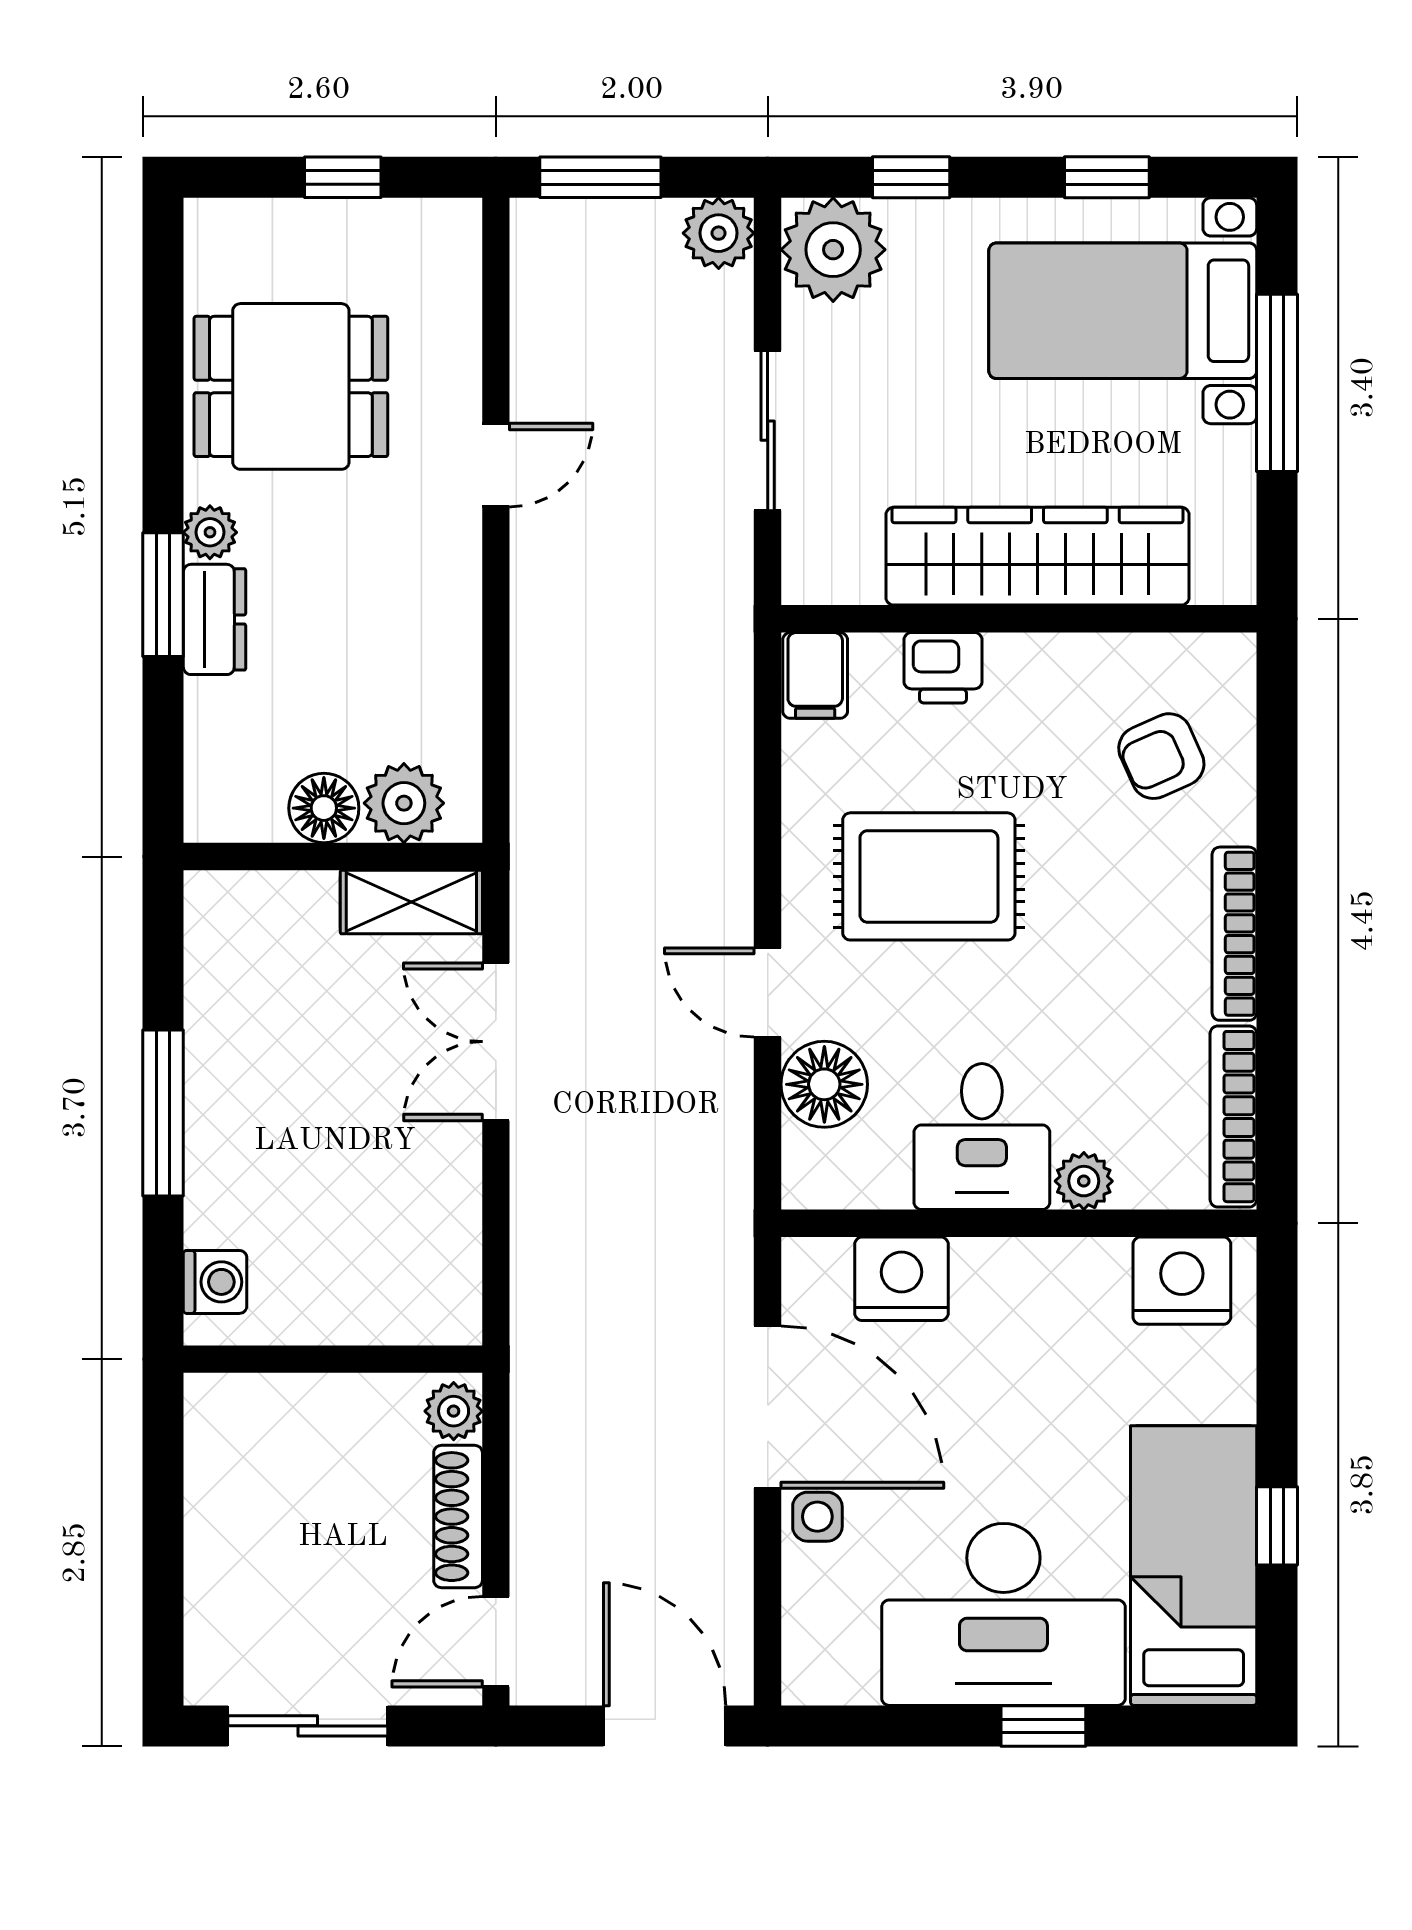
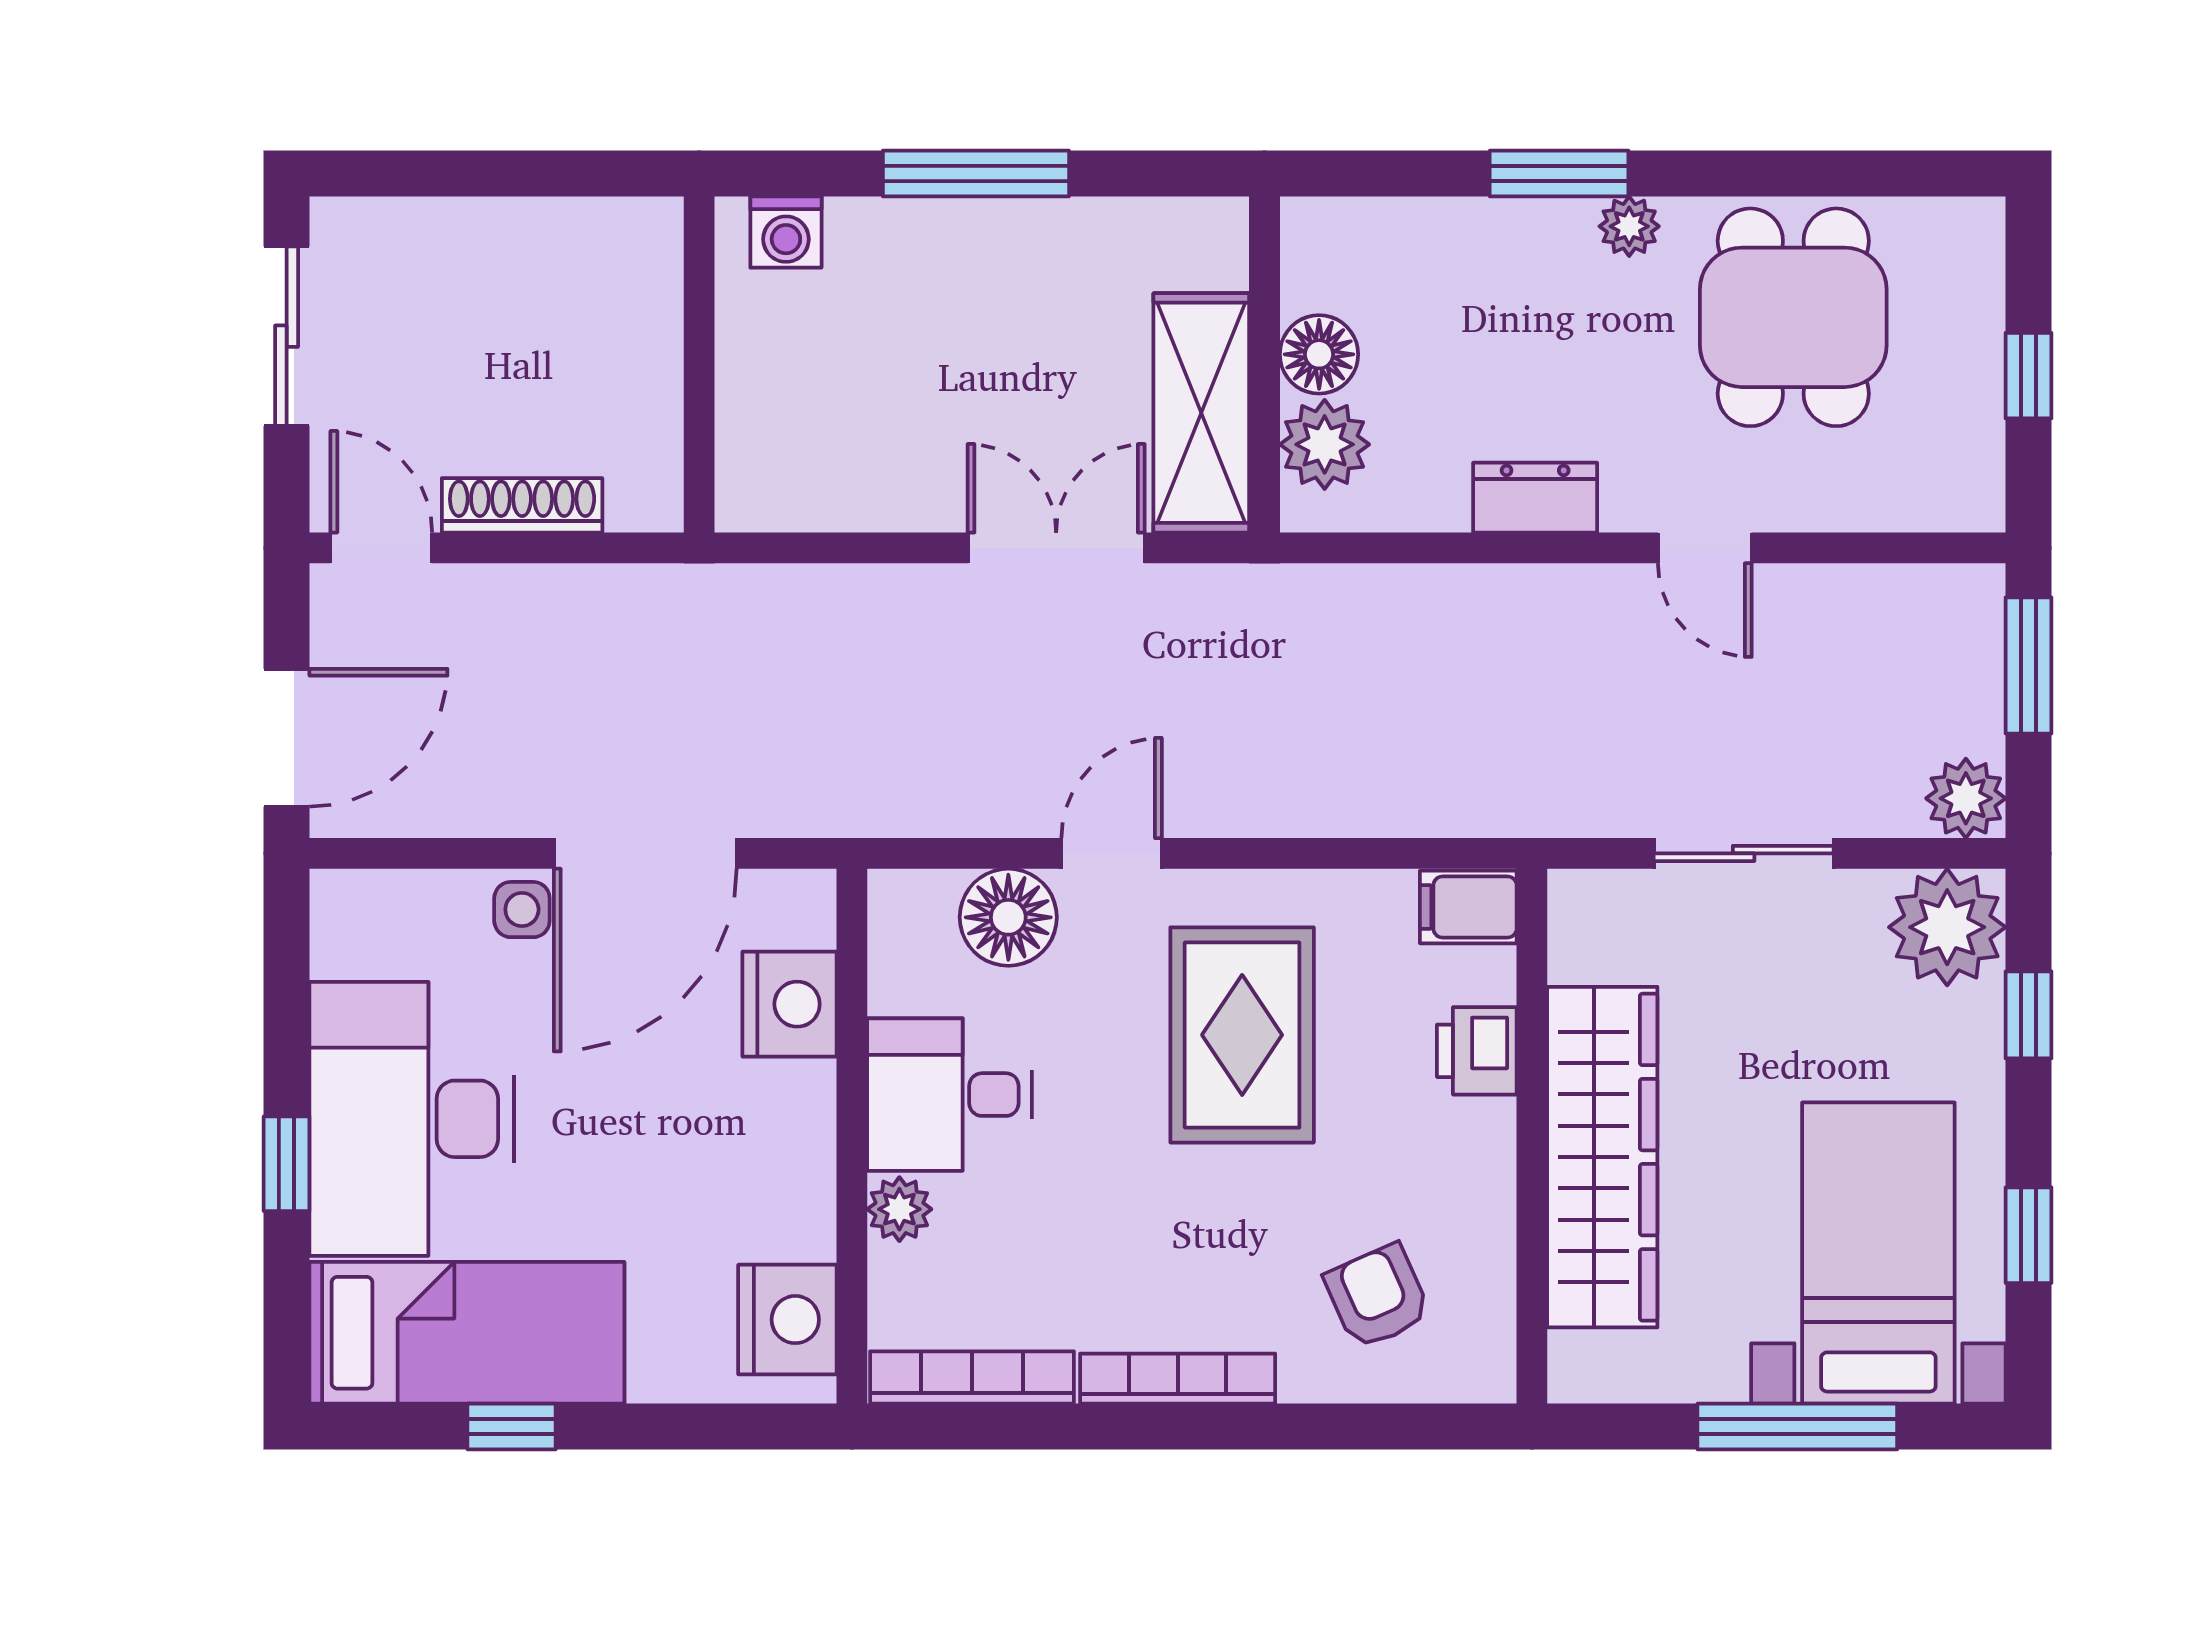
dresser: (214, 619) -> (1535, 498), moved, turned 180
shelving: (411, 902) -> (1201, 413), width x1.50, depth x1.33
plant: (454, 1411) -> (641, 500), removed

